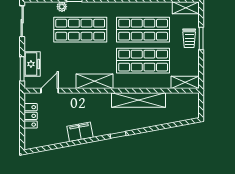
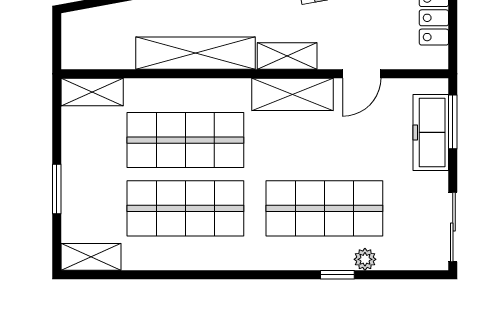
trolley: (189, 38) -> (83, 189), removed
freezer: (32, 64) -> (431, 132), width x1.40
door: (50, 91) -> (362, 74), moved
shelving: (97, 99) -> (287, 56), added

